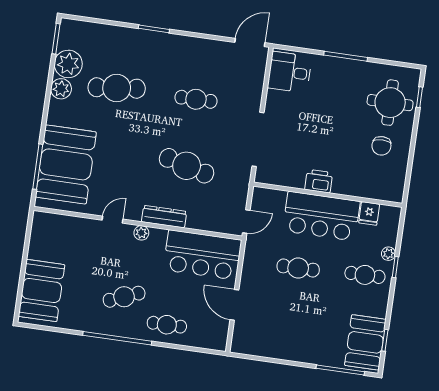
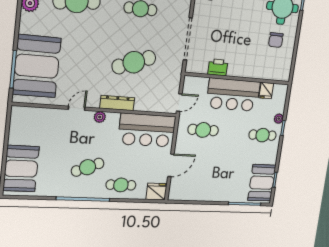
cafe table: (187, 166) -> (134, 62), turned -36
printer: (319, 181) -> (218, 67), moved
cafe table: (298, 268) -> (203, 130), moved
door: (234, 305) -> (171, 165), swing flipped
fridge: (214, 339) -> (156, 192), added

